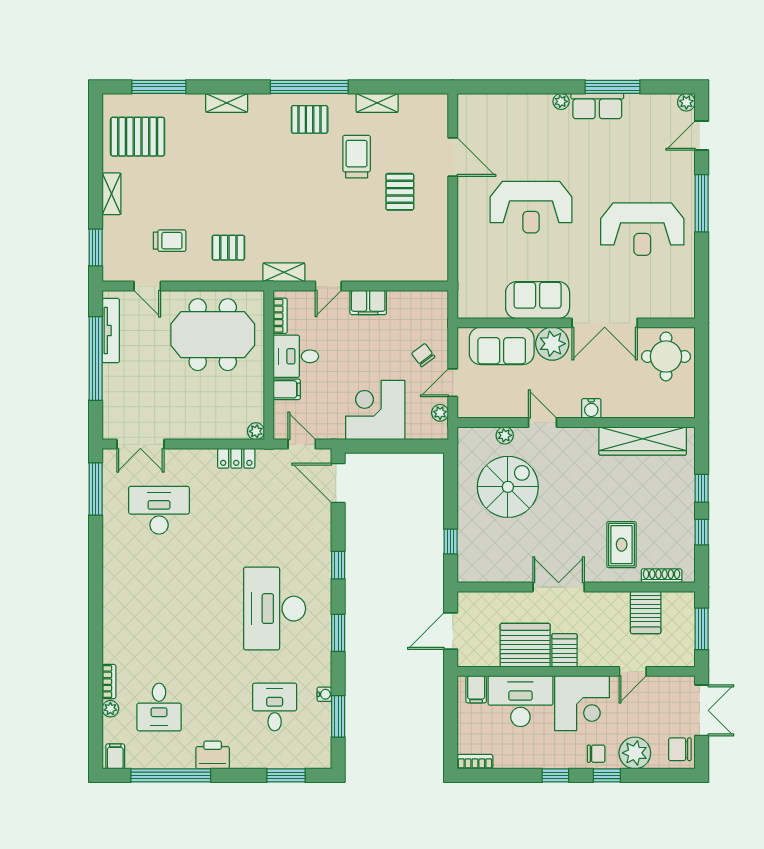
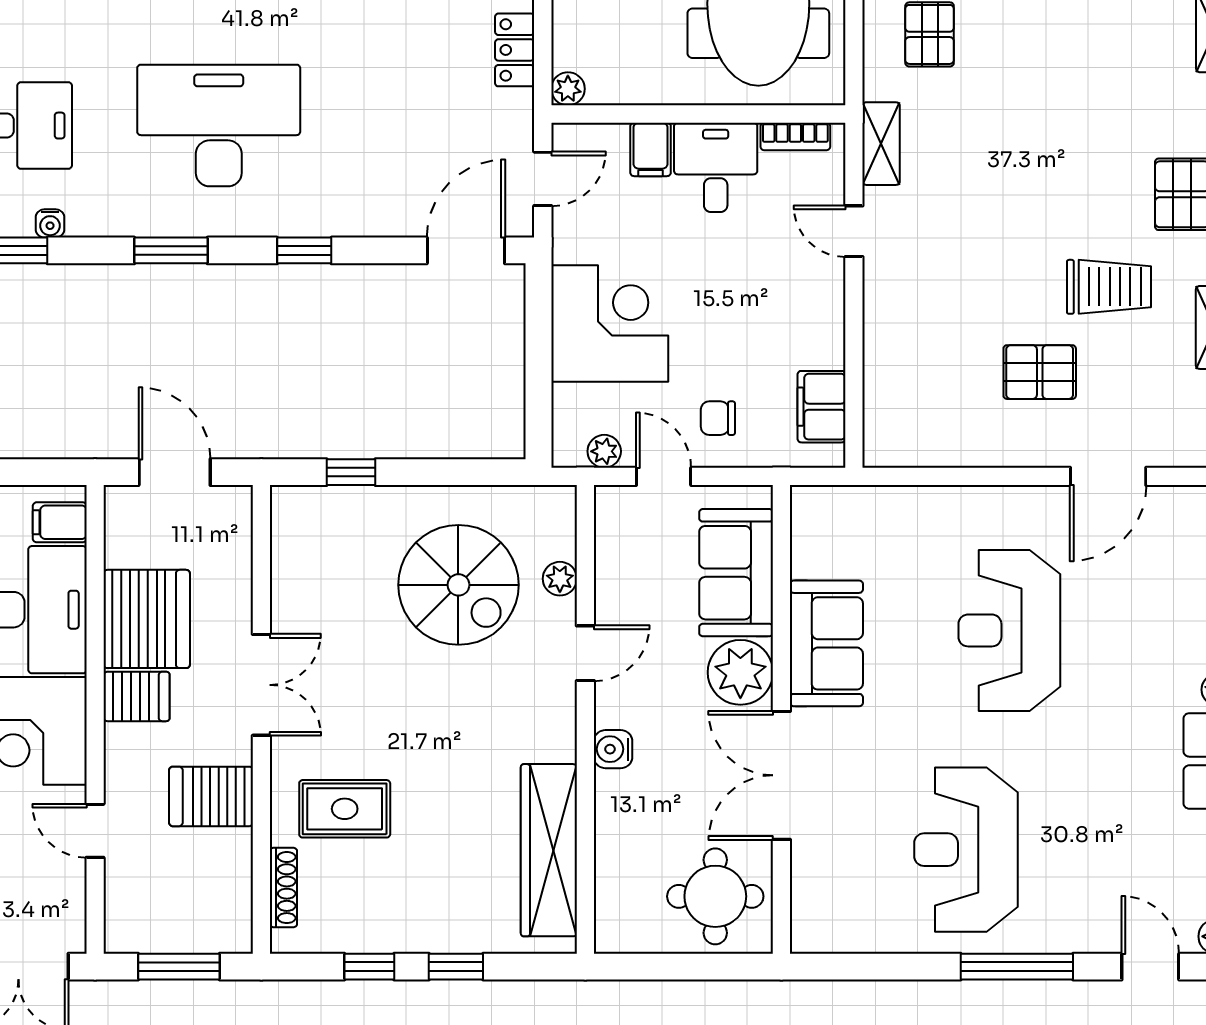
filing cabinet: (368, 303) -> (822, 407), moved
chair: (423, 355) -> (718, 418), turned -143
server rack: (646, 613) -> (211, 796), moved

